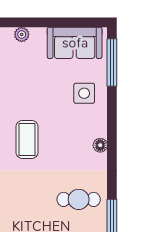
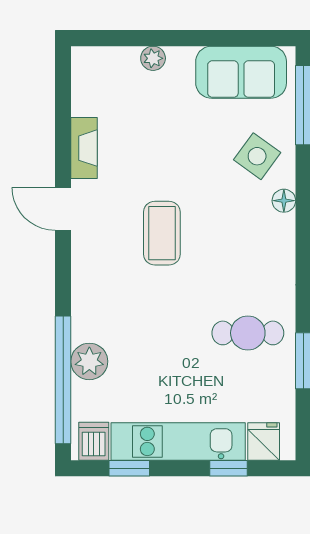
side table: (84, 93) -> (257, 156), turned 36
floor lamp: (100, 145) -> (284, 201), moved

